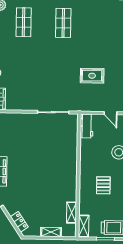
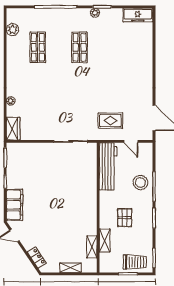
rug: (92, 76) -> (110, 121), moved
workbench: (87, 126) -> (108, 166), width x1.88, depth x1.32
shelving: (84, 226) -> (105, 240), moved

